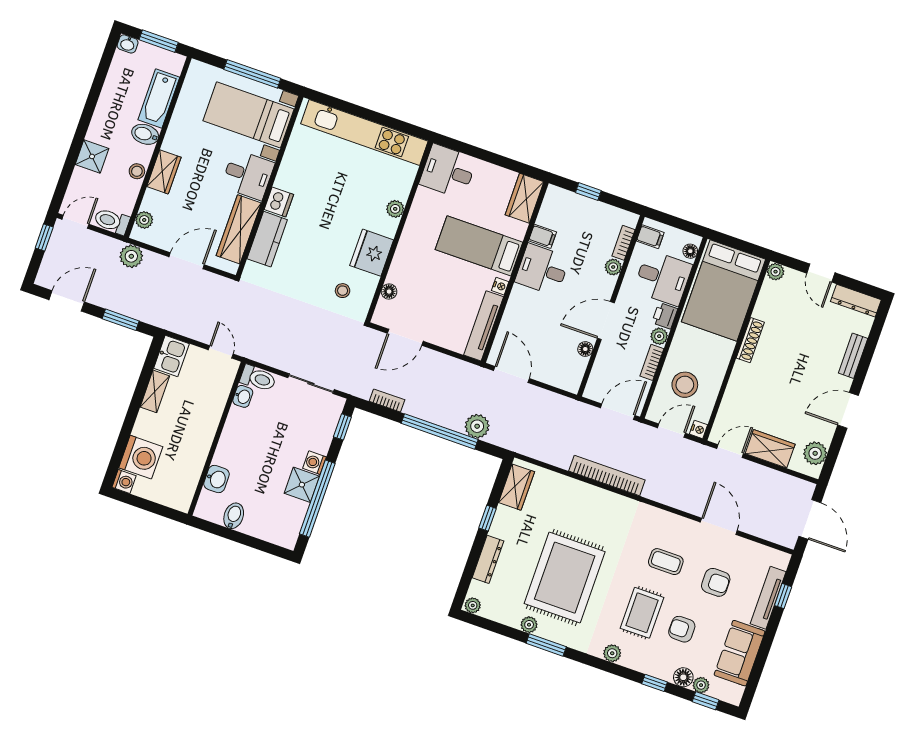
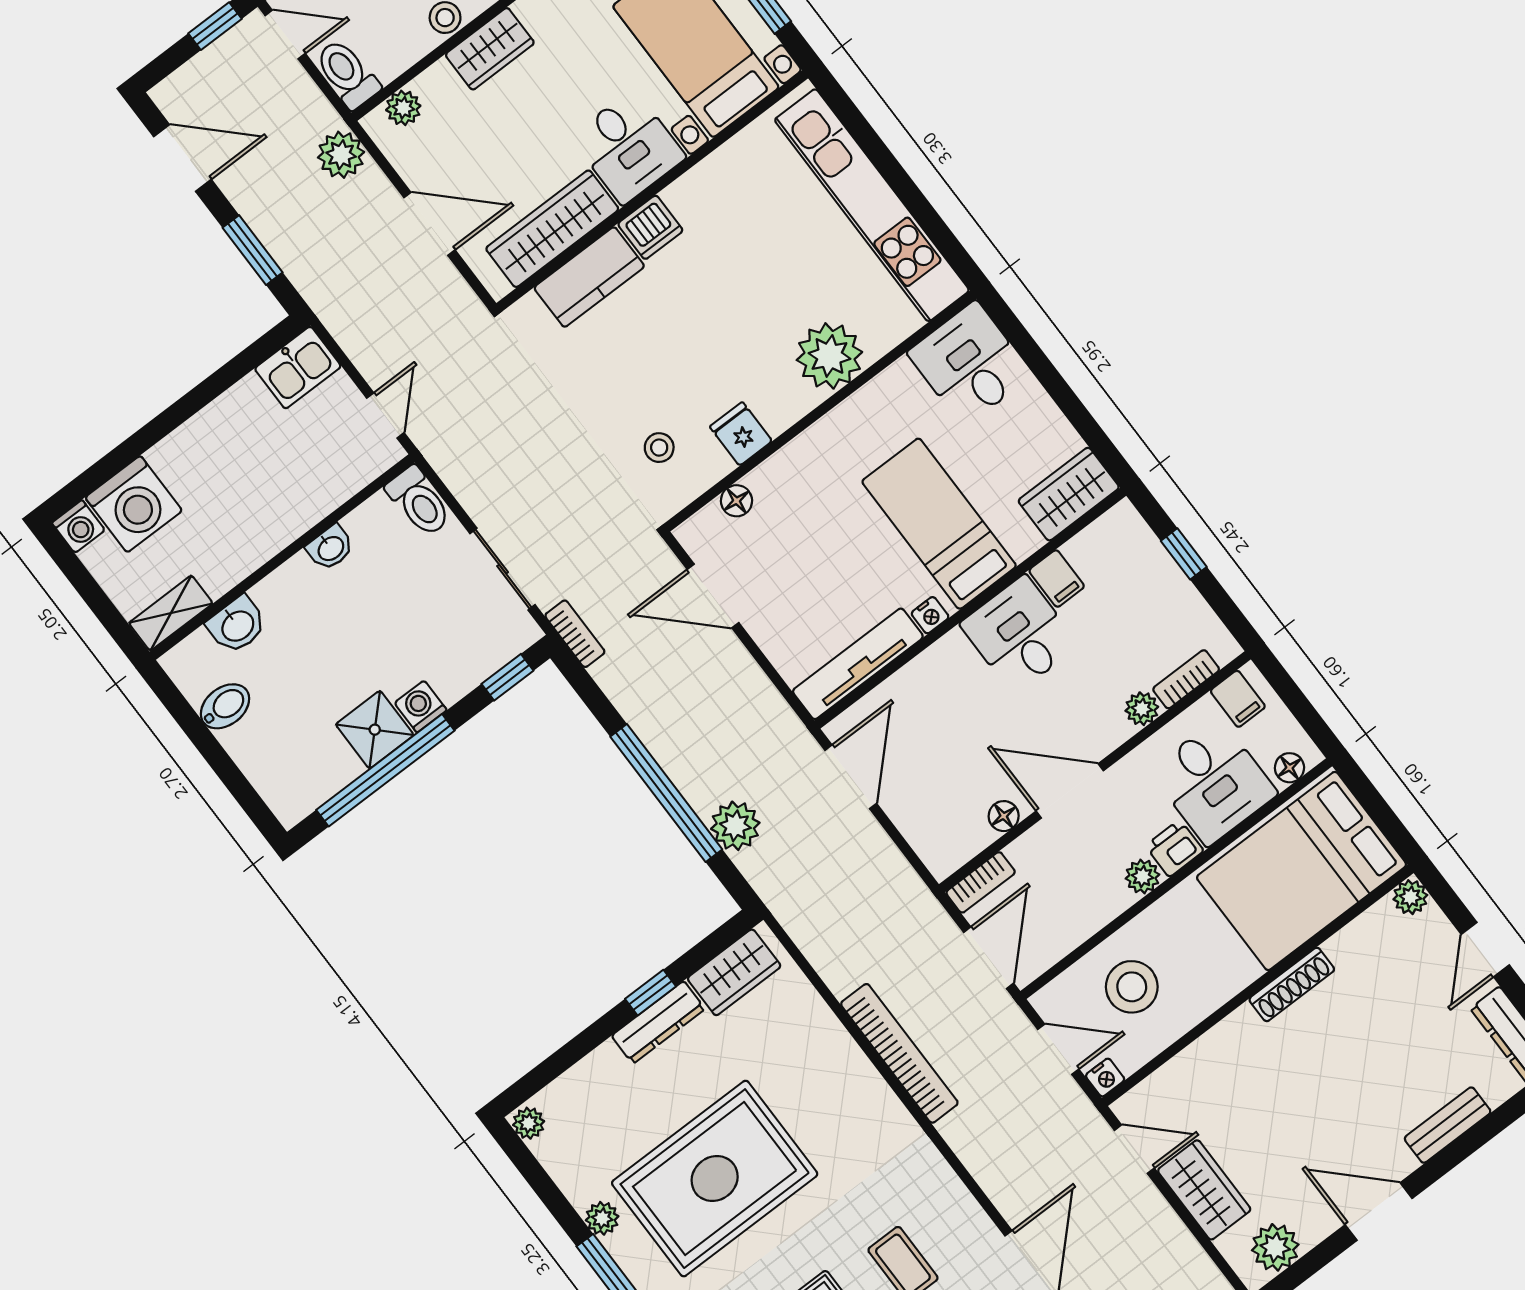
plant: (395, 209) -> (829, 356), width x1.87, depth x1.87
fridge: (372, 253) -> (741, 434), width x0.53, depth x0.75
bookcase: (652, 362) -> (981, 882), moved, turned 180
shelving: (155, 391) -> (171, 613), moved
washbasin: (243, 396) -> (330, 548), moved
bookcase: (387, 401) -> (575, 634), moved
door: (618, 412) -> (989, 958), hinge flipped
dresser: (488, 559) -> (658, 1022), moved

